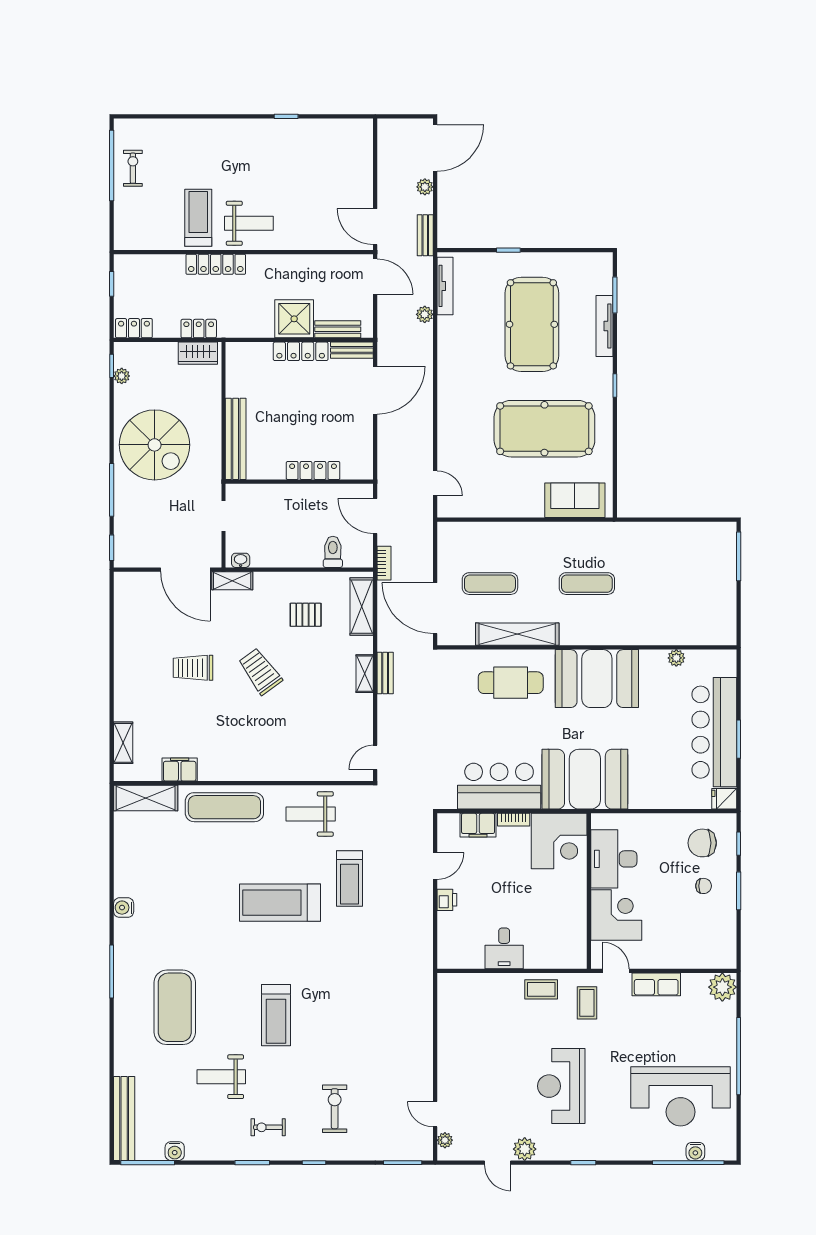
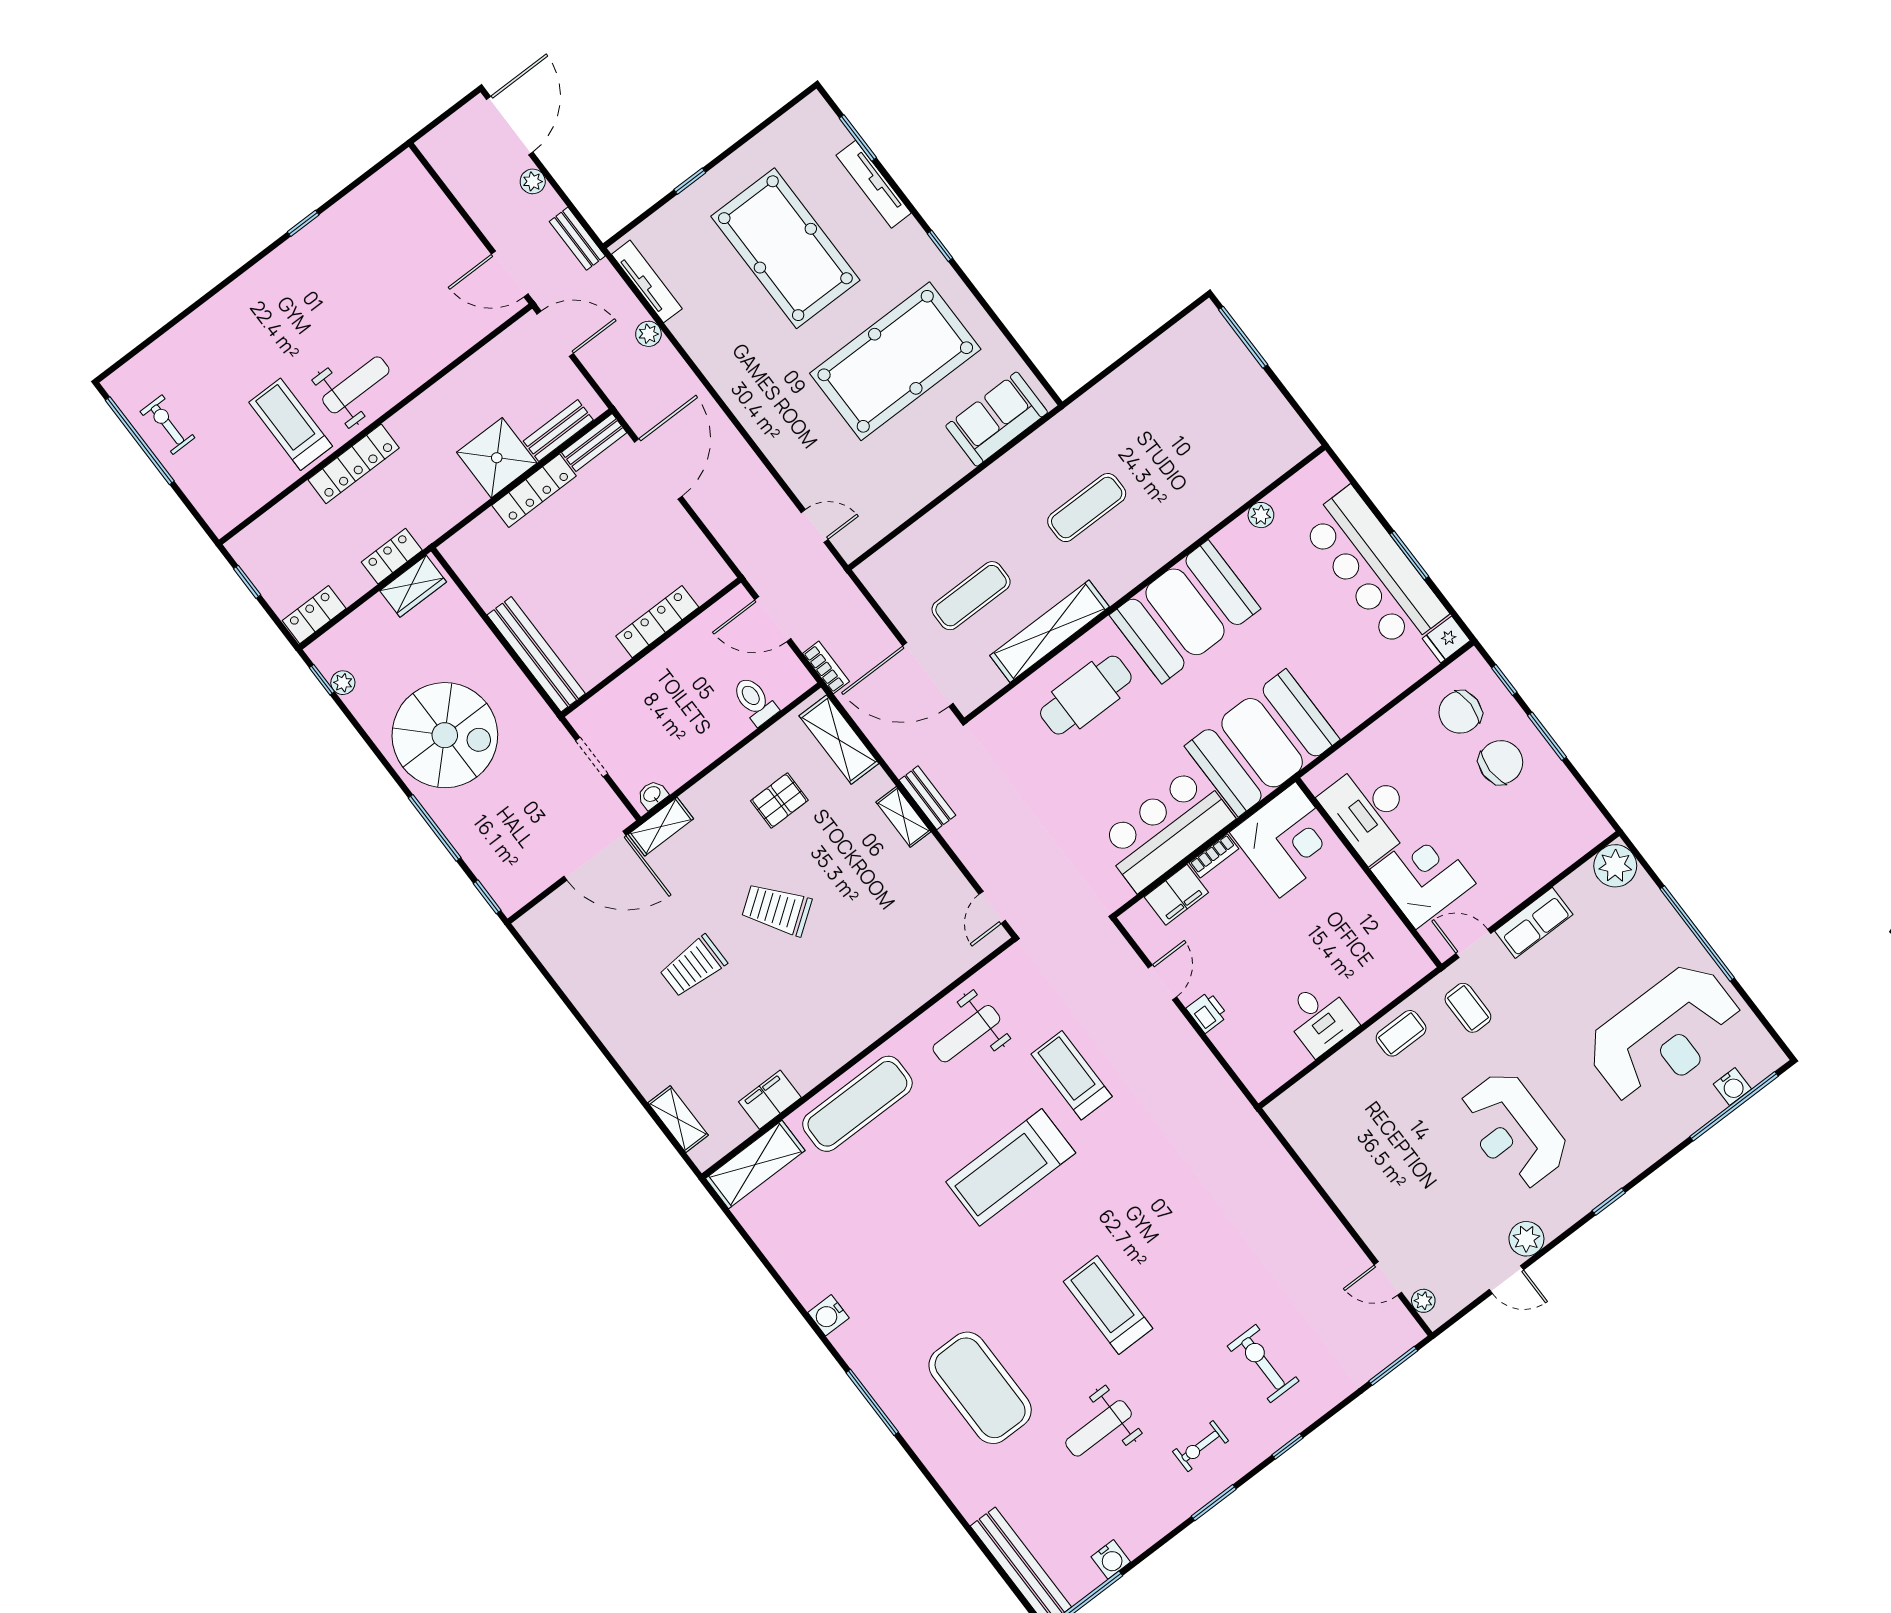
treadmill: (350, 879) -> (1072, 1075), turned 180
chair: (704, 886) -> (1501, 762), width x1.87, depth x1.87
treadmill: (276, 1015) -> (1108, 1305), turned 180

